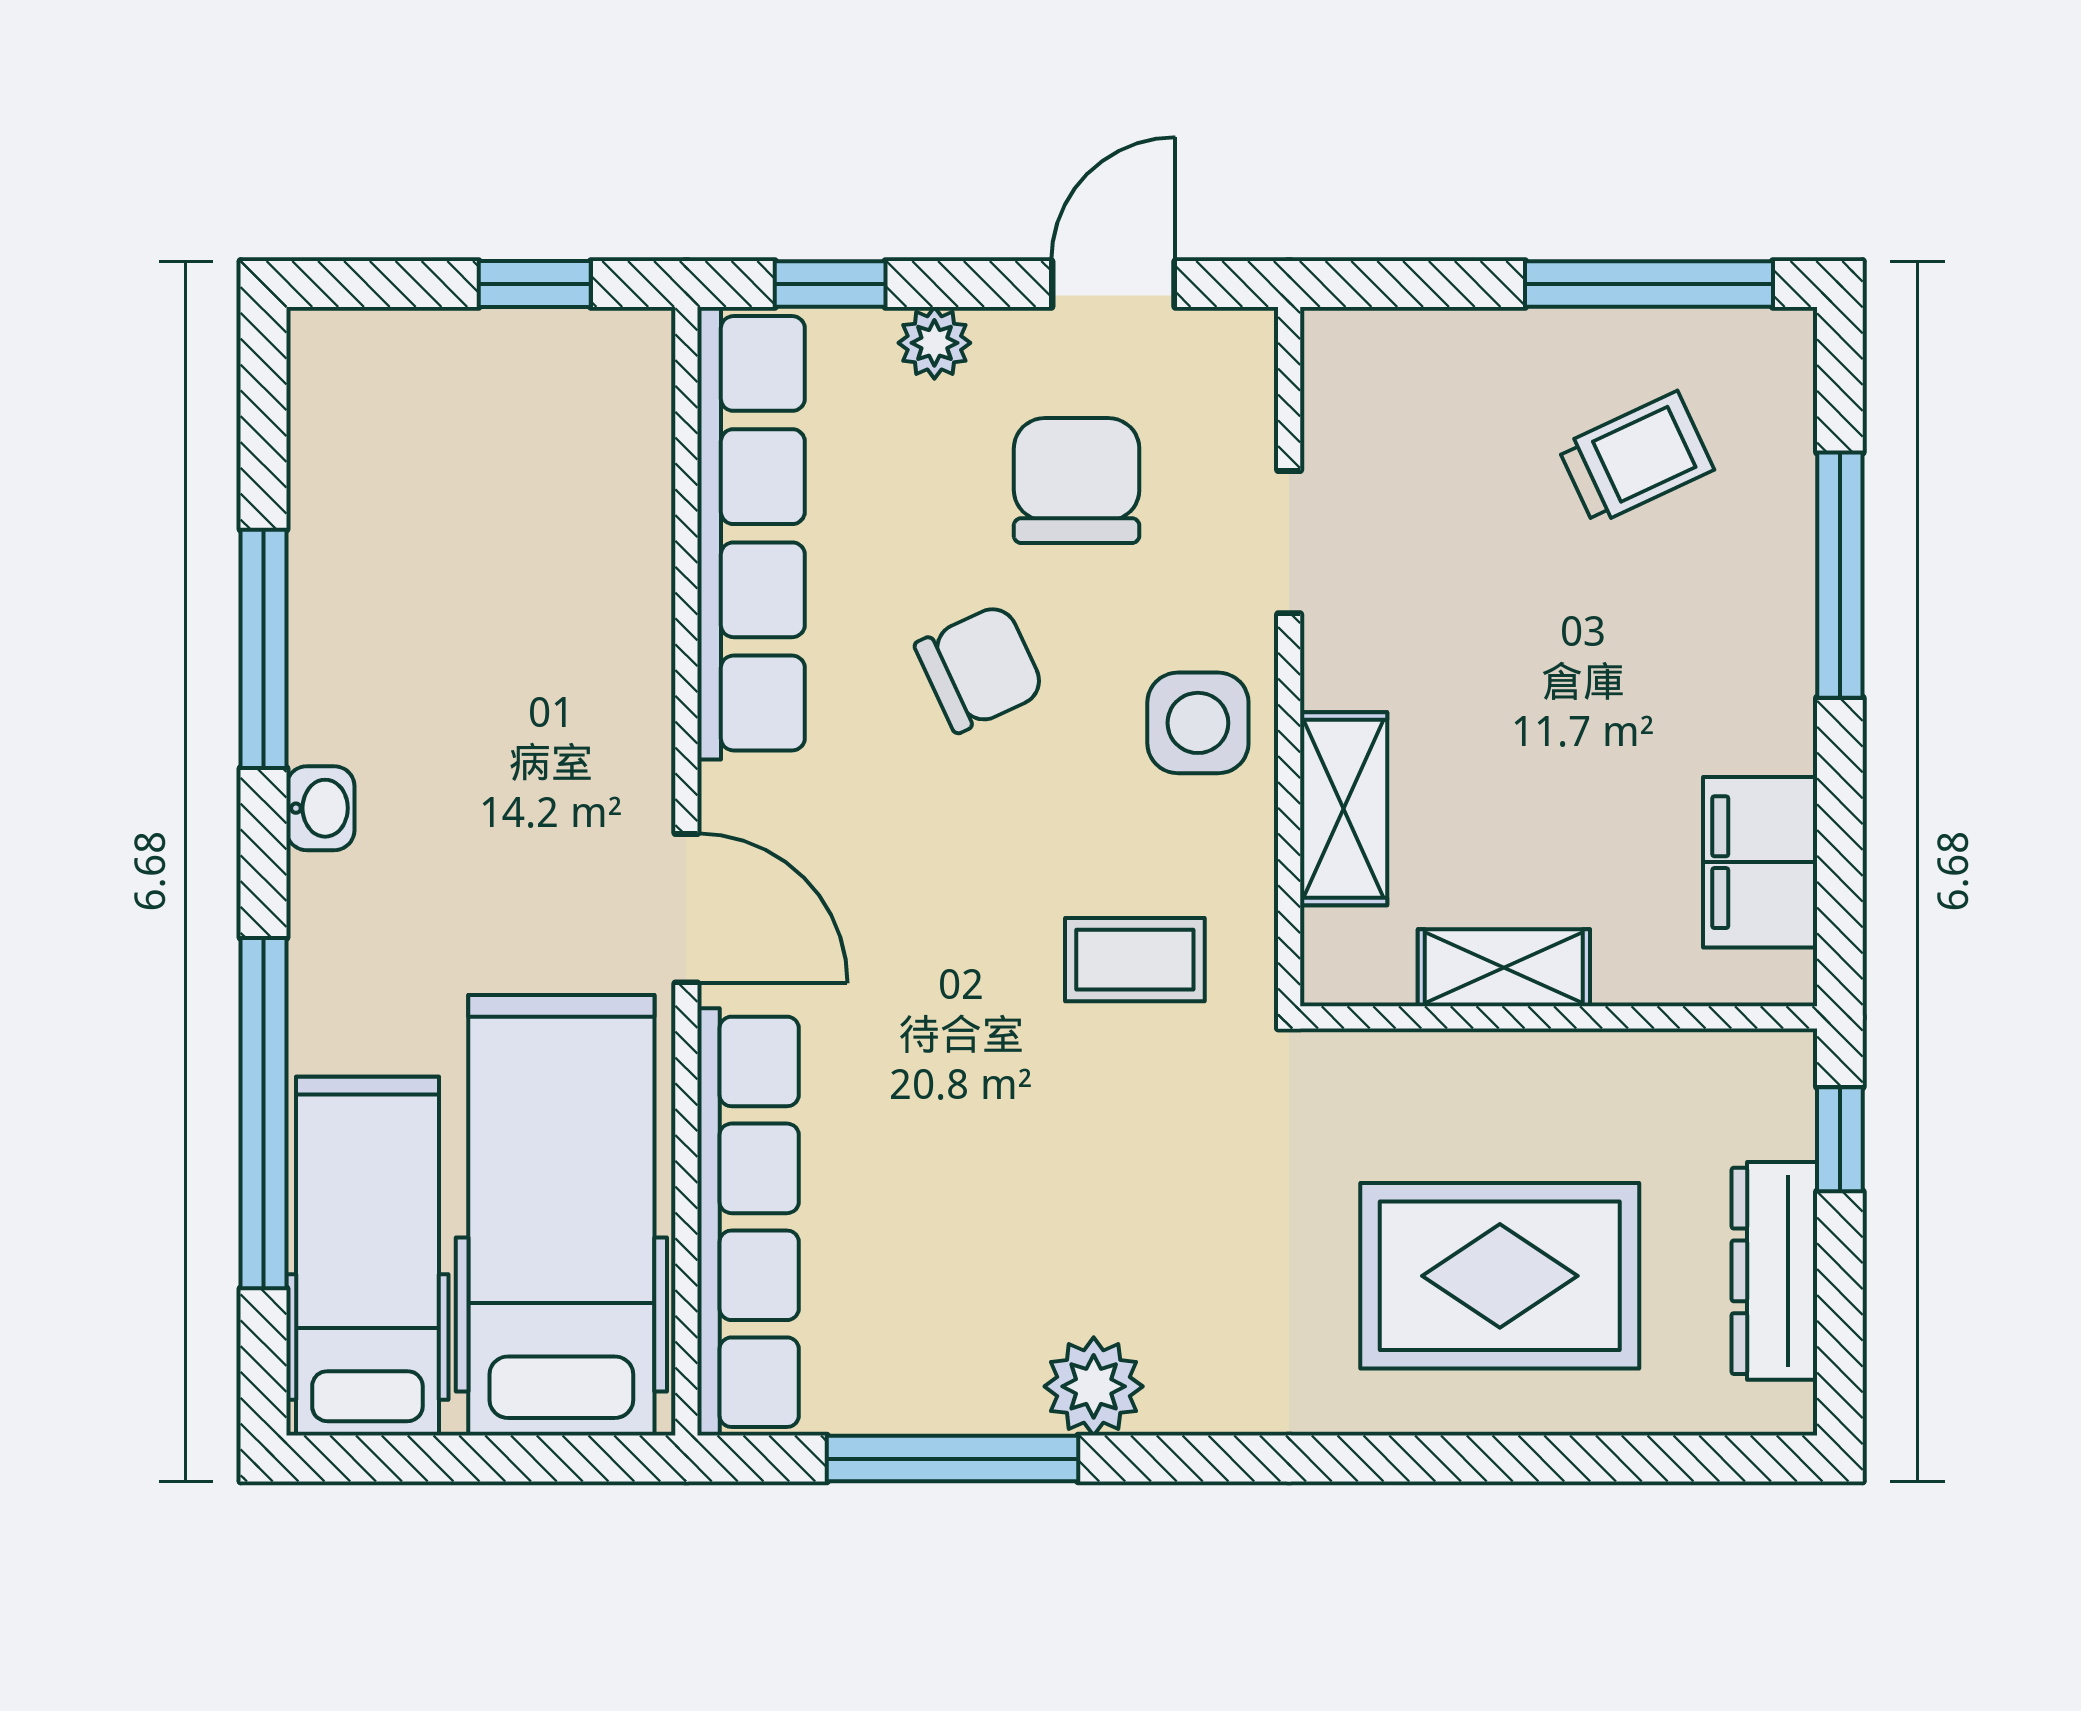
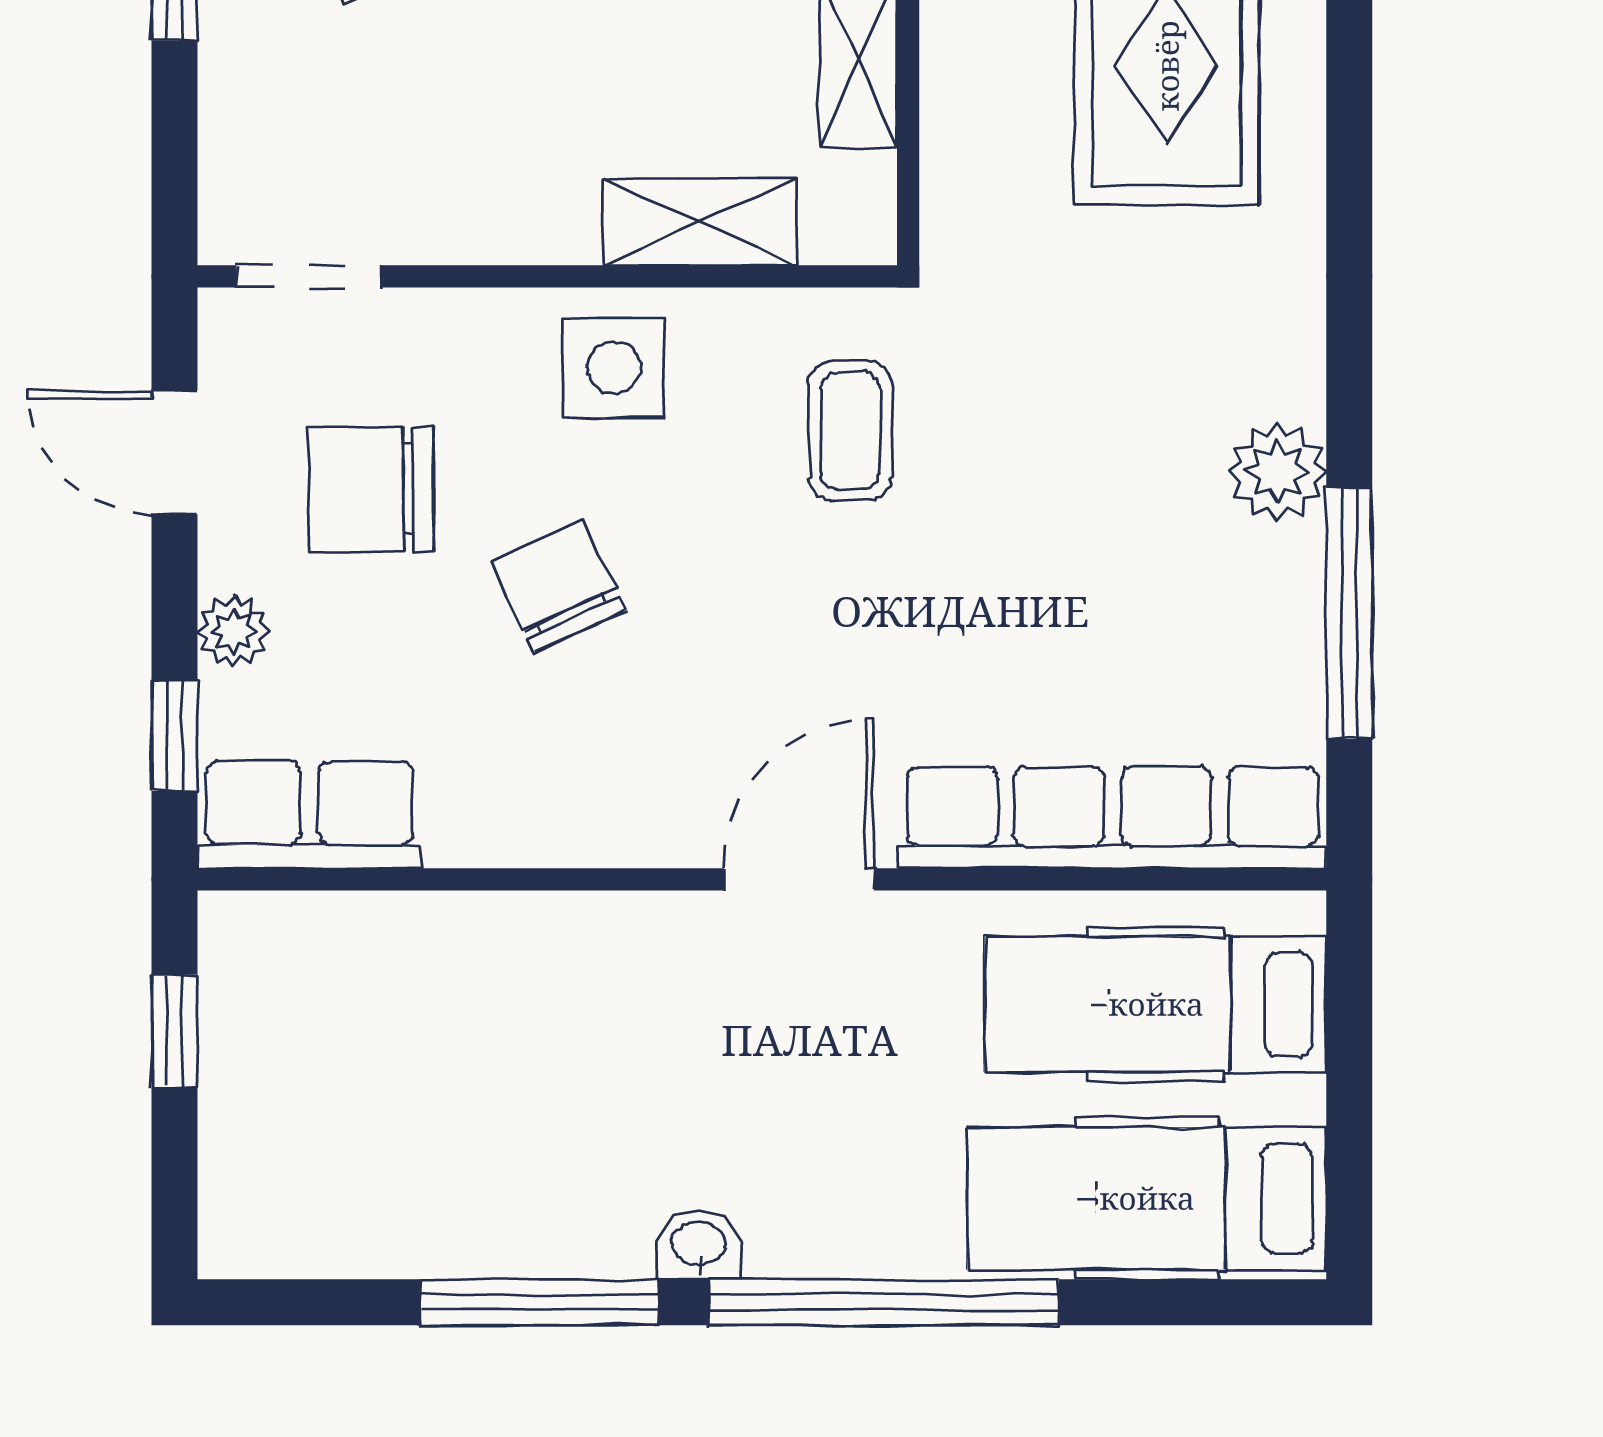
row of seats: (751, 533) -> (310, 815), width x0.50
doorway: (1289, 542) -> (308, 276), moved
window: (264, 1113) -> (883, 1302), moved
hospital bed: (561, 1215) -> (1156, 1004), width x0.73, depth x0.78

